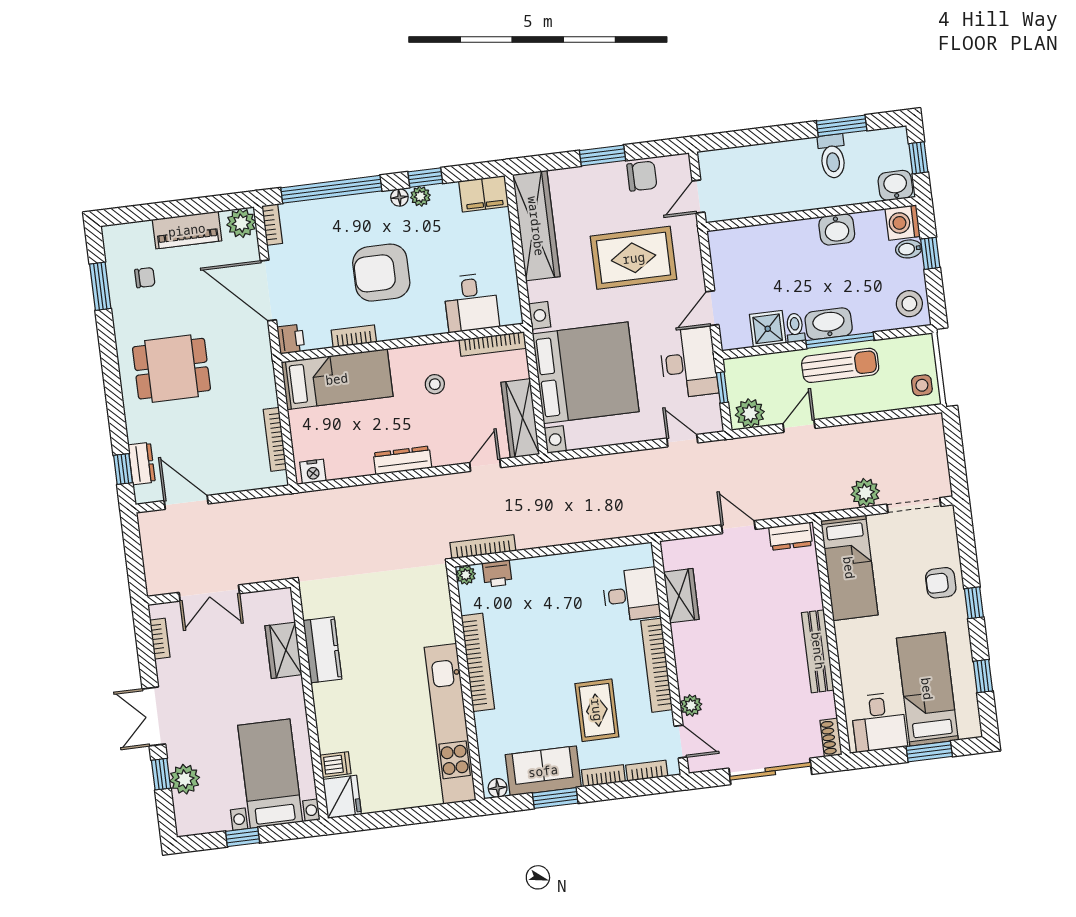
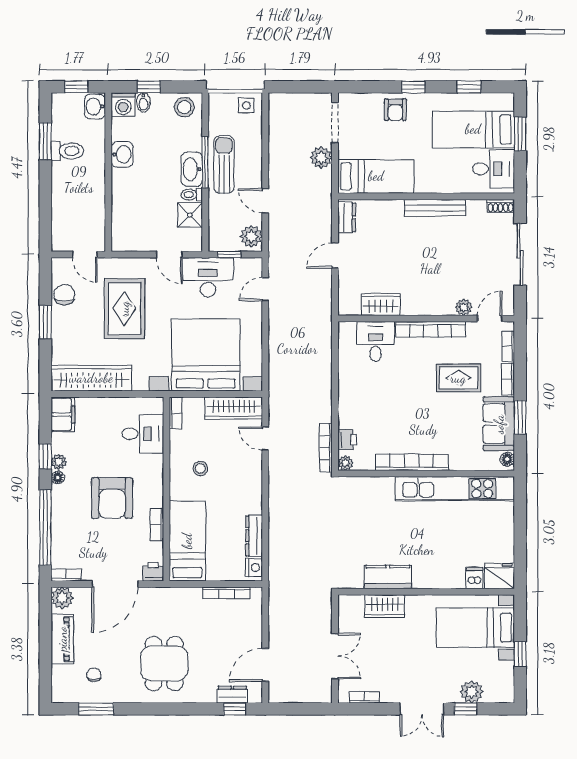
bookcase: (492, 344) -> (176, 413), width x0.64
dresser: (402, 460) -> (254, 536), moved

